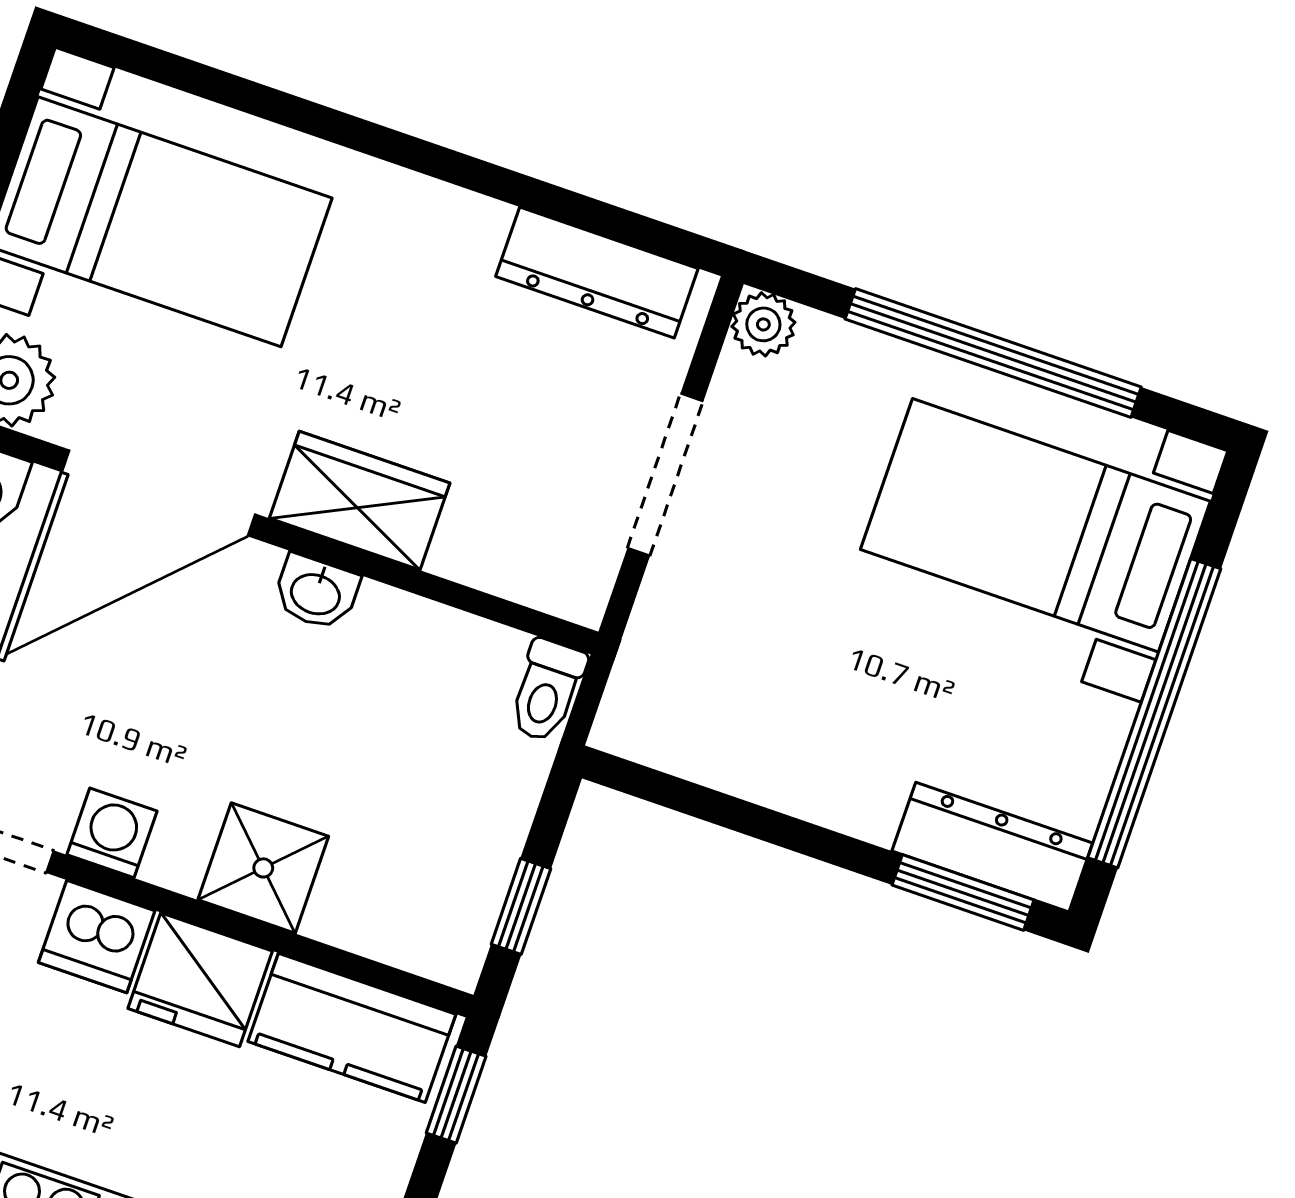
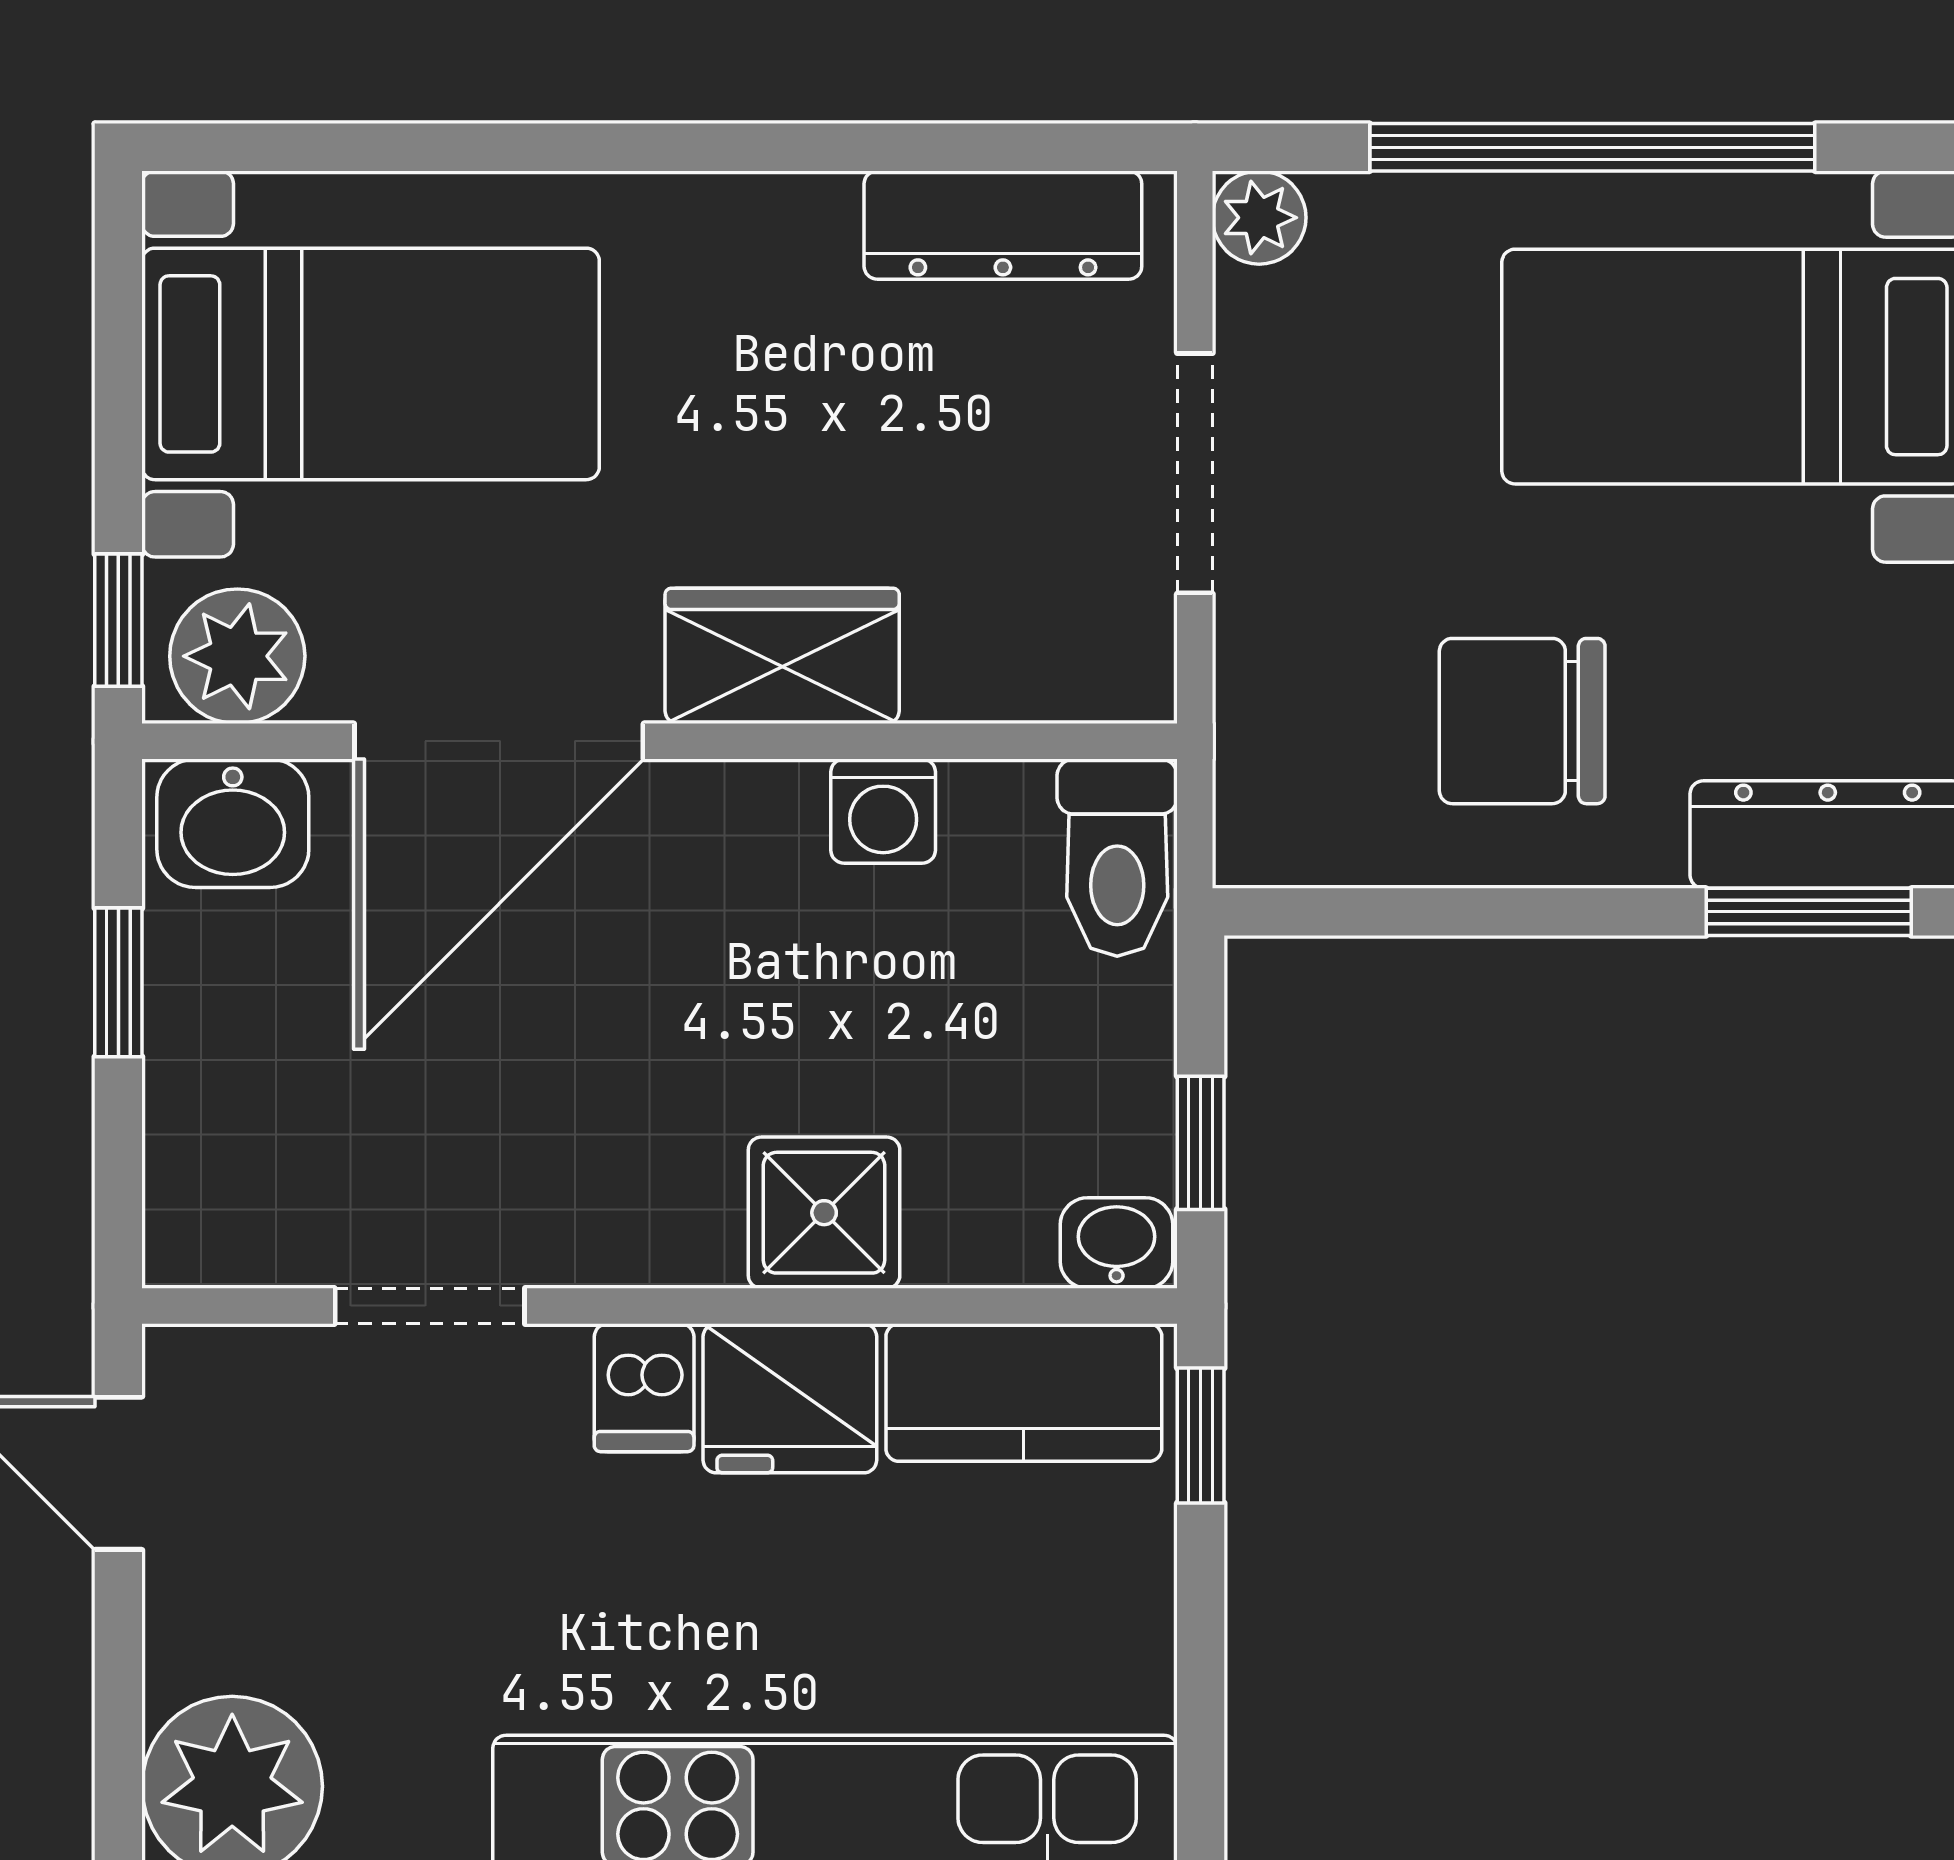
washbasin: (316, 592) -> (1117, 1243), moved, turned 180
toilet: (547, 691) -> (1117, 858), width x1.37, depth x1.39
chair: (821, 706) -> (1522, 721), added
washing machine: (112, 833) -> (883, 811), moved, turned 180
dishwasher: (97, 937) -> (644, 1388), width x0.73

